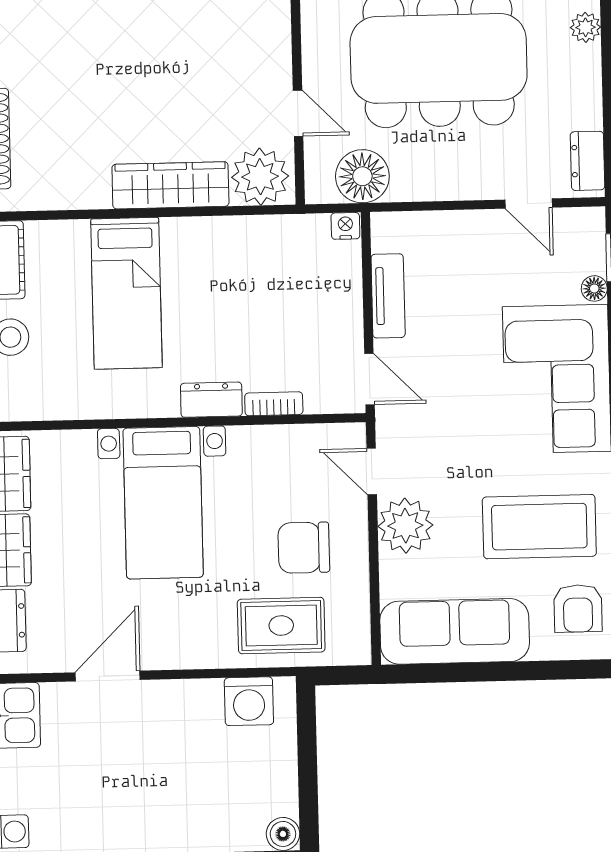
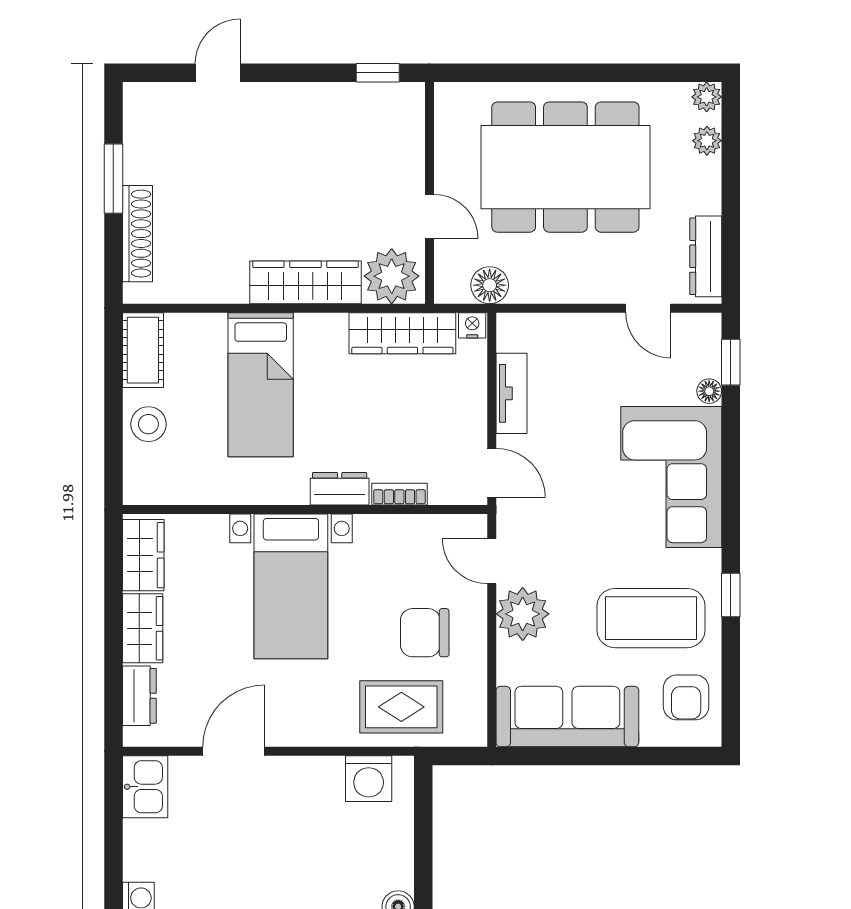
dresser: (587, 161) -> (706, 256), width x1.44
floor lamp: (362, 176) -> (490, 285), width x0.73, depth x0.73
wardrobe: (273, 236) -> (402, 333), added

